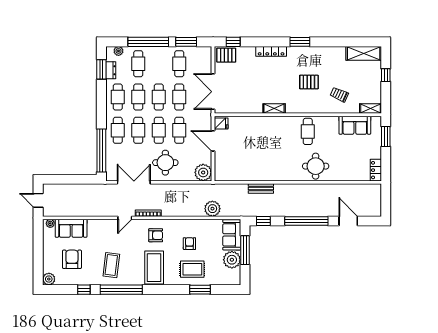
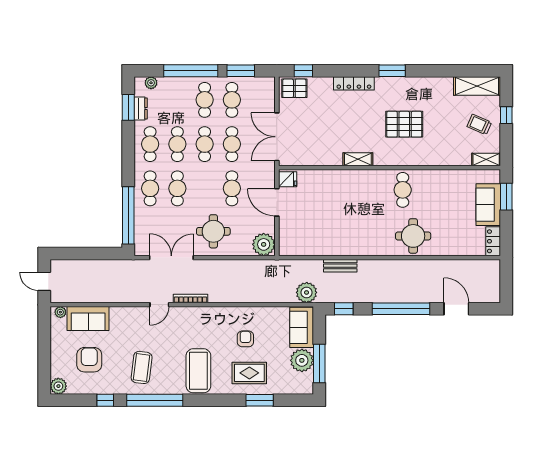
cafe table: (138, 64) -> (205, 100), moved
pallet: (309, 82) -> (404, 124), width x1.50, depth x1.42
trolley: (339, 95) -> (479, 124), moved
sofa: (355, 125) -> (488, 205), moved, turned 90
cafe table: (159, 130) -> (205, 188), removed
plant: (212, 209) -> (307, 292), moved
armchair: (156, 235) -> (201, 328), removed
window: (245, 250) -> (319, 364), moved

